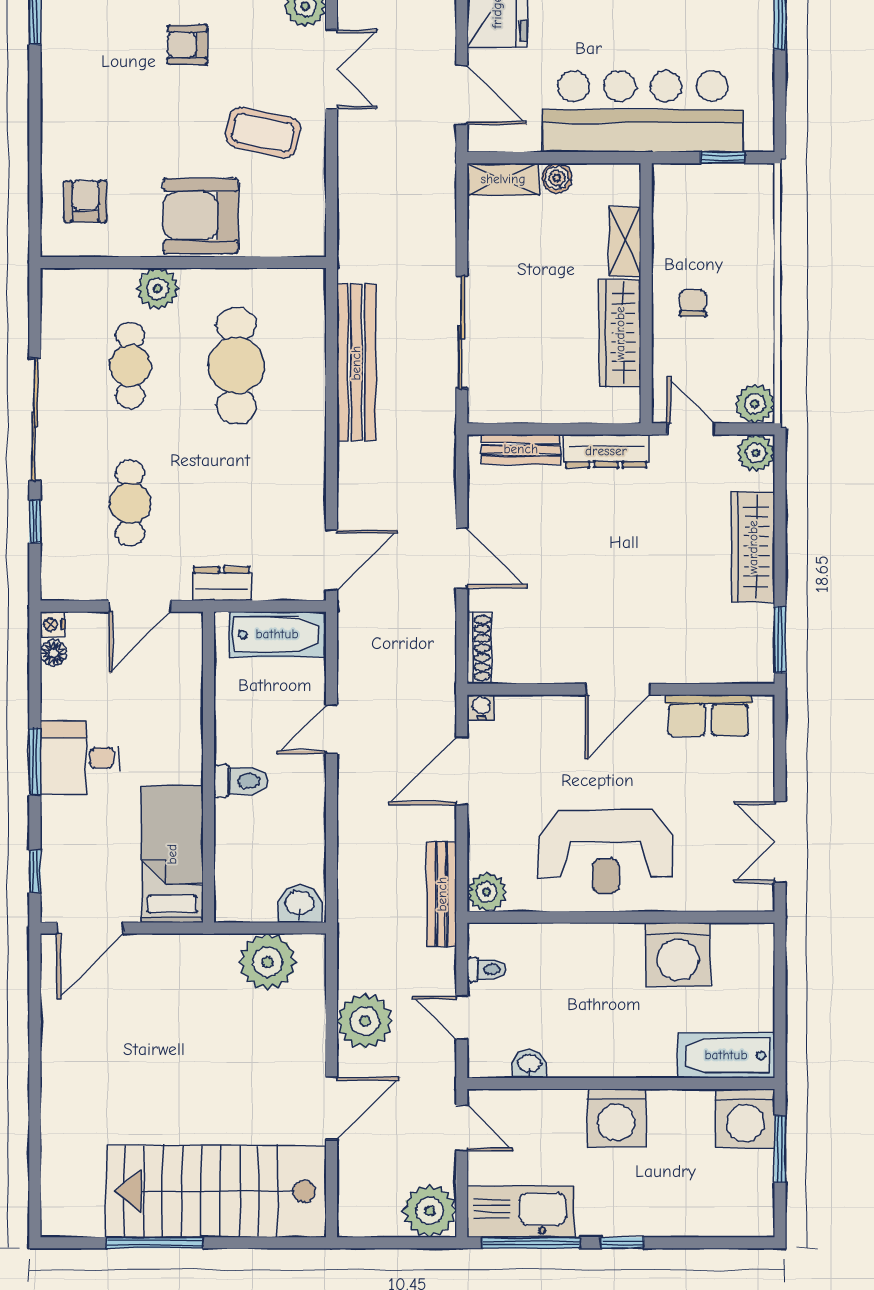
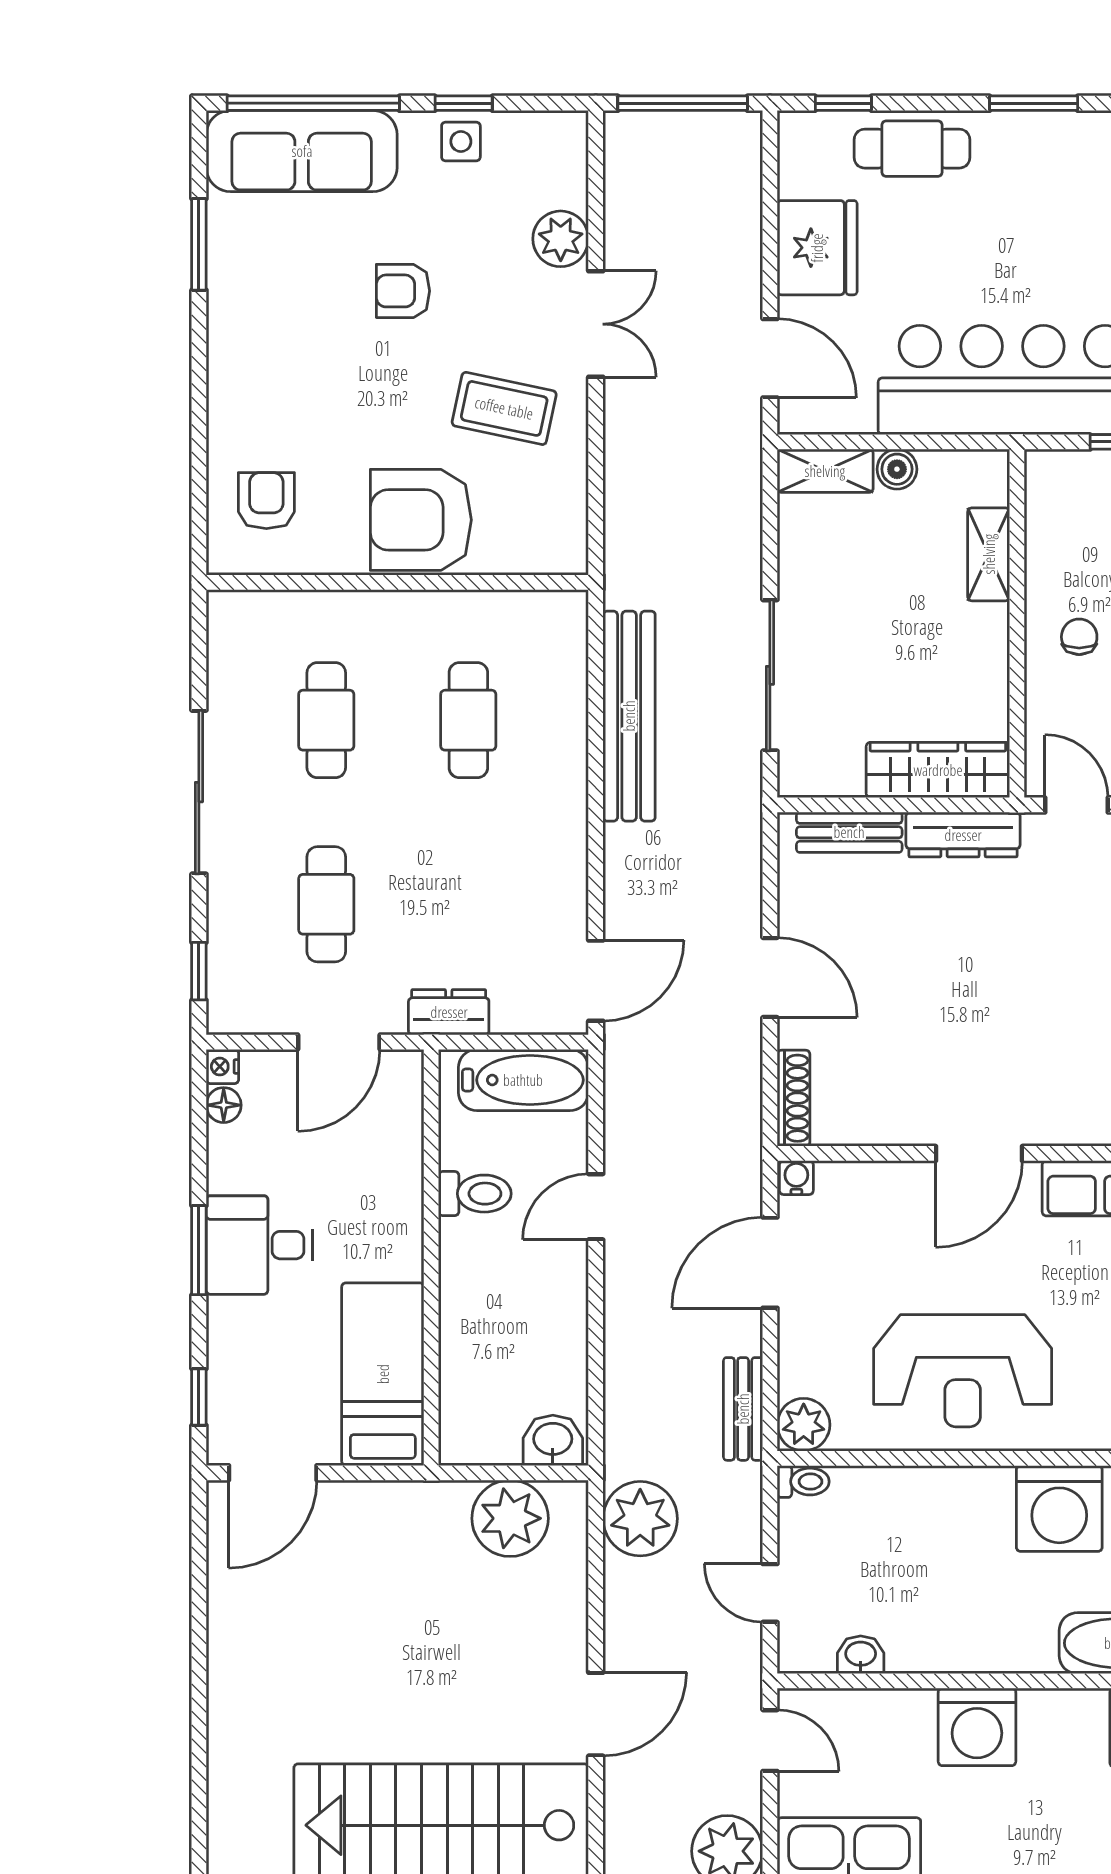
plant: (158, 289) -> (363, 617), removed
wardrobe: (620, 333) -> (938, 770), moved, turned 90
cafe table: (236, 366) -> (468, 720), width x0.73, depth x0.74
window: (35, 521) -> (199, 971), moved
toilet: (241, 781) -> (475, 1194), moved
bench: (442, 894) -> (743, 1409), width x0.73
toilet: (487, 969) -> (803, 1482), moved
plant: (365, 1021) -> (640, 1519), moved

